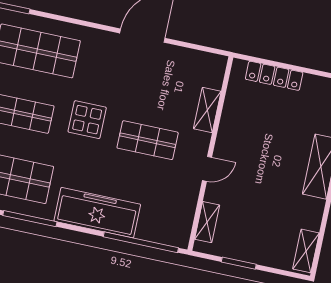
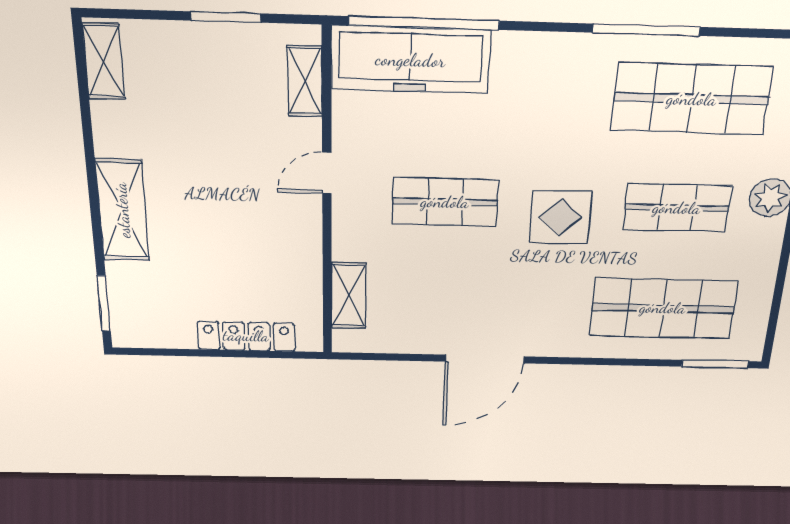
shelving: (207, 110) -> (349, 296), moved
freezer: (97, 213) -> (410, 60), moved

